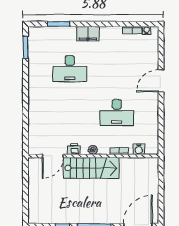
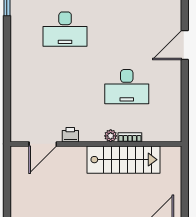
water cooler: (139, 149) -> (156, 135), removed
plant: (93, 150) -> (111, 136), moved
stairs: (91, 168) -> (123, 160), moved

